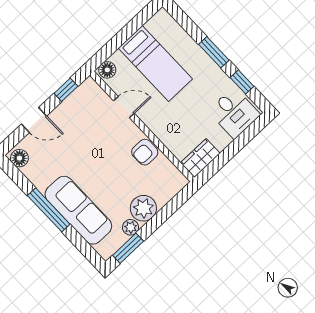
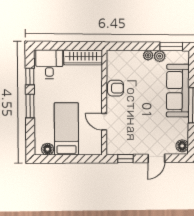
floor lamp: (107, 70) -> (48, 149), moved
door: (34, 120) -> (156, 158), swing flipped
wardrobe: (200, 158) -> (83, 57), width x1.50
plant: (143, 208) -> (148, 55), width x0.53, depth x0.53

